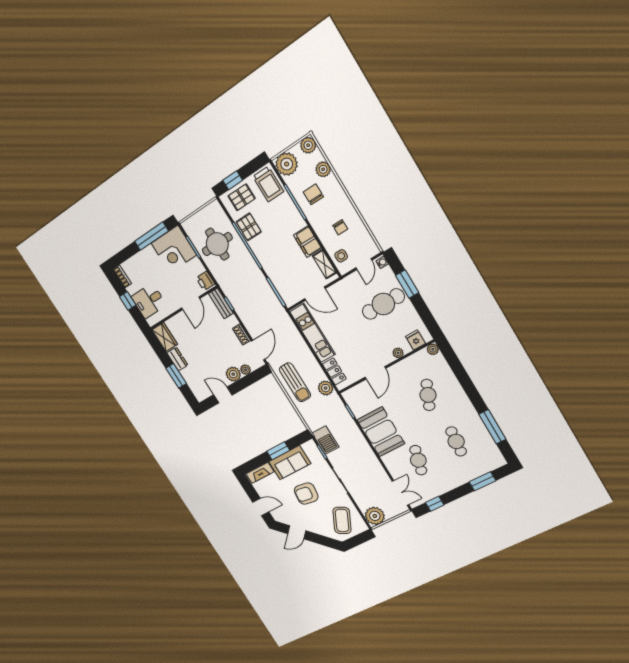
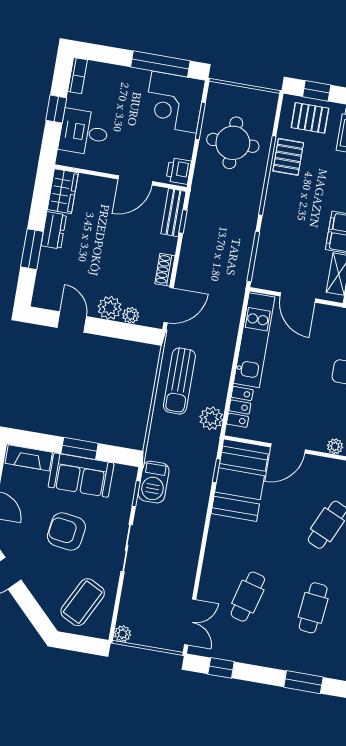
booth: (381, 432) -> (240, 484), moved
plant: (375, 516) -> (122, 634), width x0.53, depth x0.53

